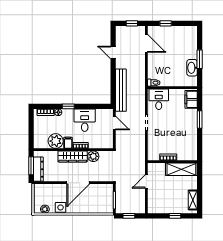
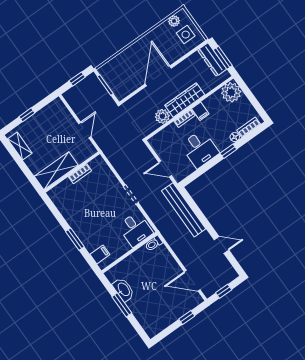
filing cabinet: (191, 99) -> (100, 254), width x0.50
plant: (56, 141) -> (231, 92), moved
side table: (61, 207) -> (186, 35), moved

